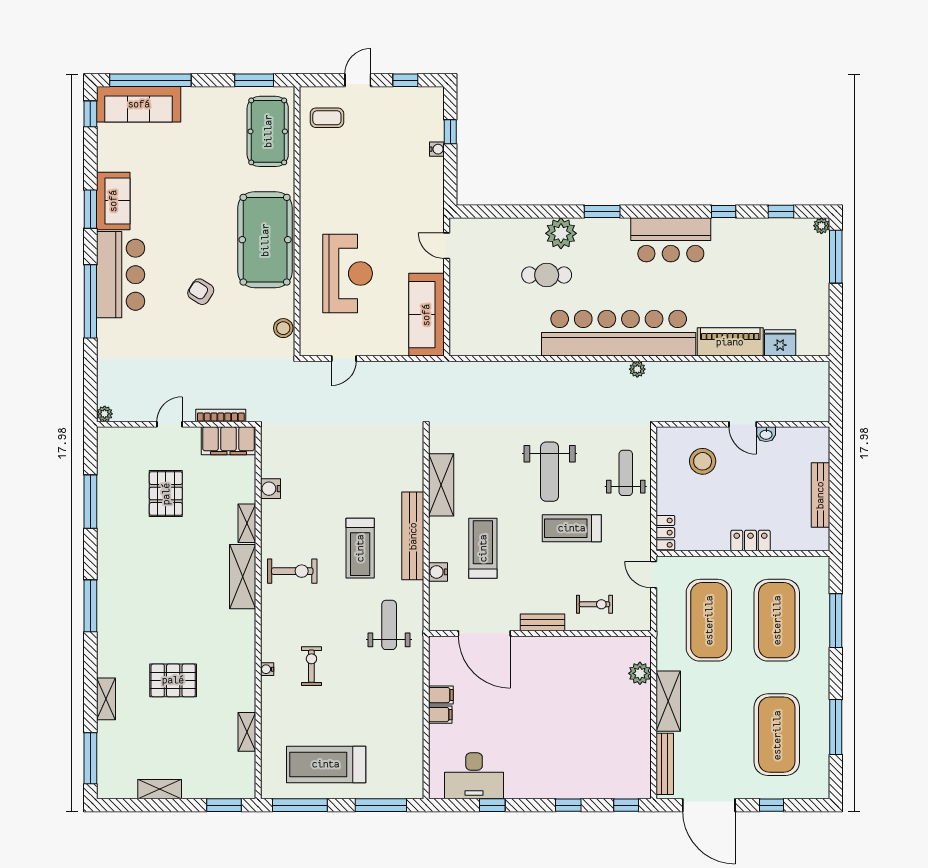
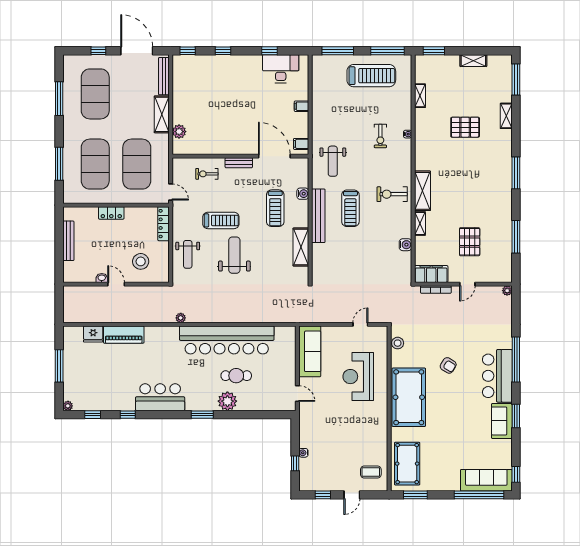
window: (836, 257) -> (59, 366), moved
bar counter: (619, 333) -> (227, 340), moved
locker: (665, 533) -> (163, 224), width x1.53
treadmill: (360, 548) -> (350, 208), turned 180
filing cabinet: (441, 695) -> (301, 144), moved

